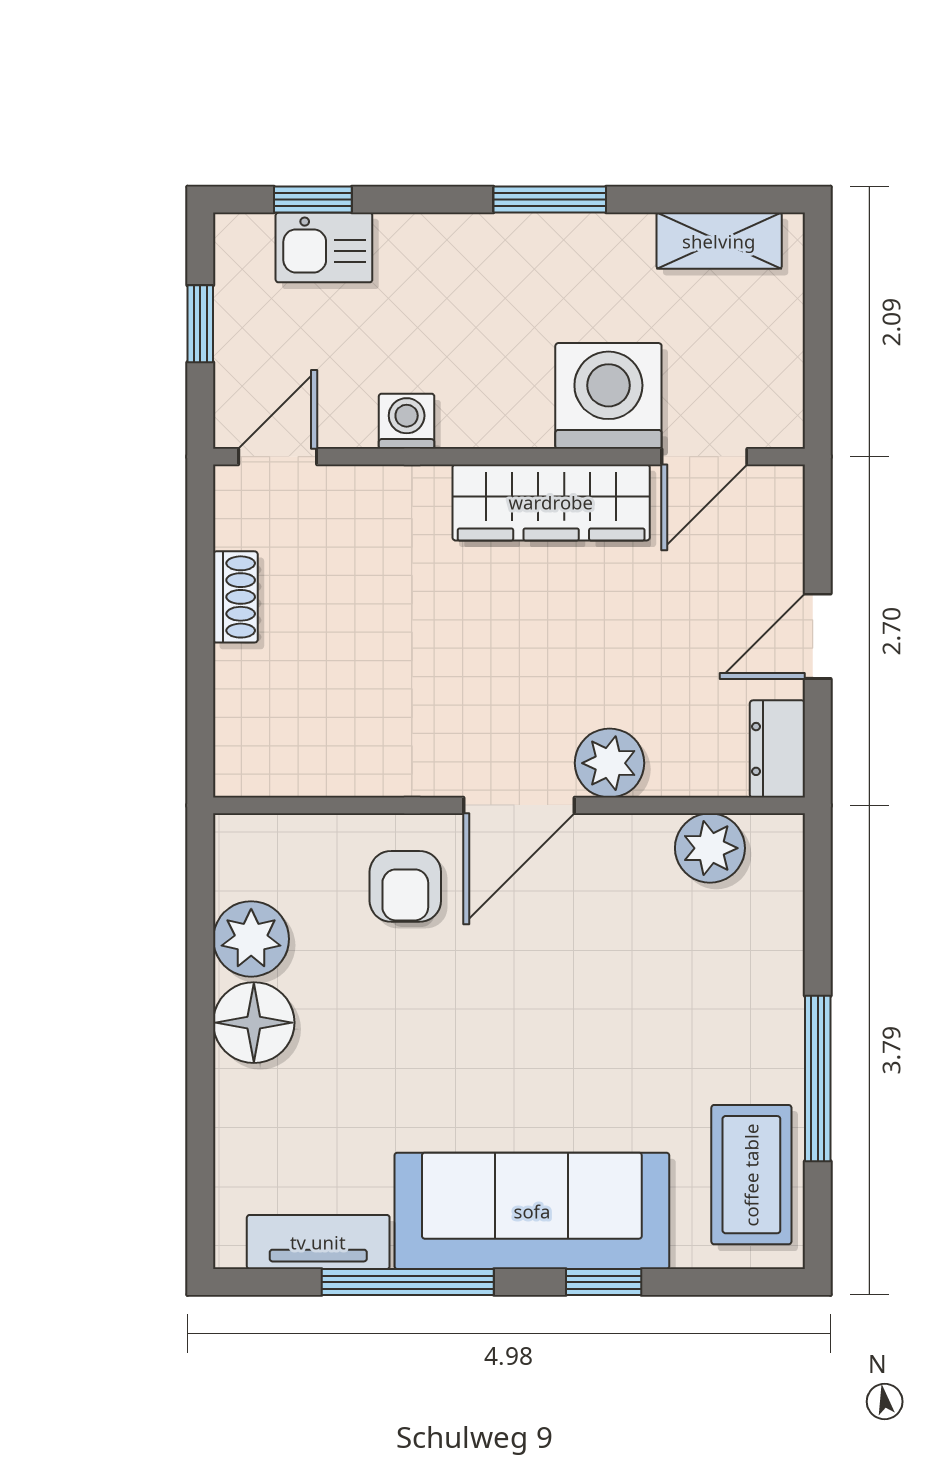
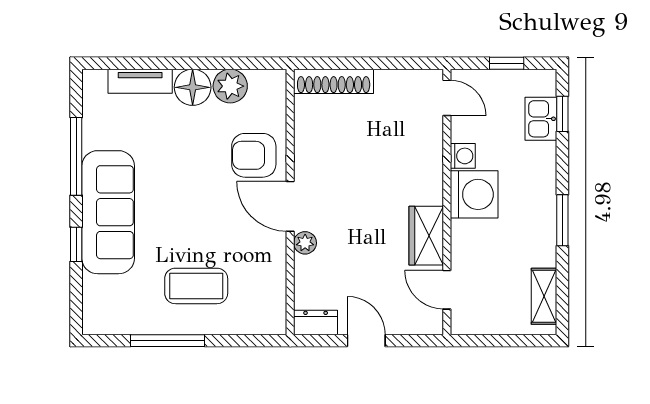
washing machine: (608, 396) -> (474, 194), moved
wardrobe: (551, 502) -> (426, 236), width x0.67
shoe rack: (235, 597) -> (334, 81), moved, width x1.94, depth x1.24
plant: (610, 763) -> (305, 243), width x0.73, depth x0.73
plant: (710, 848) -> (271, 292), removed
armchair: (405, 886) -> (254, 155), width x1.38, depth x1.38
coffee table: (751, 1175) -> (196, 286), moved
tv unit: (318, 1242) -> (140, 81), moved, turned 90

